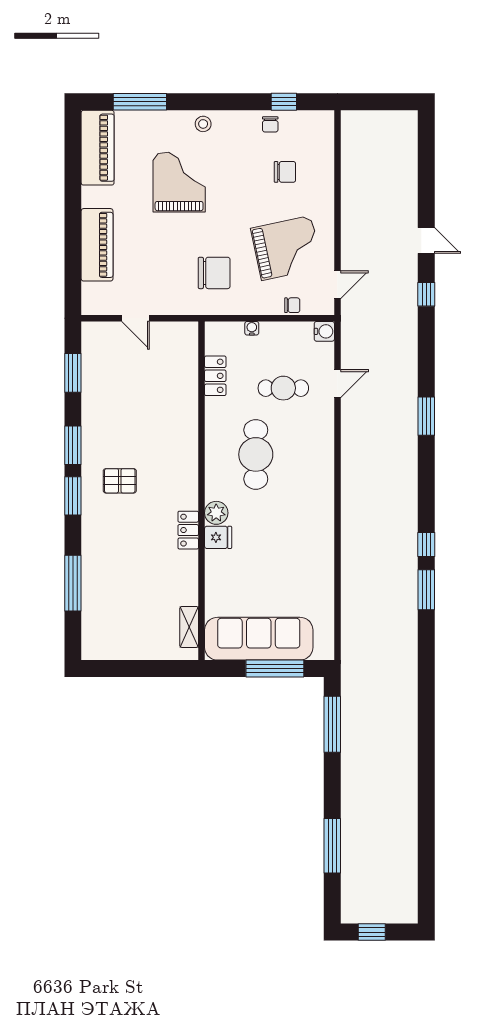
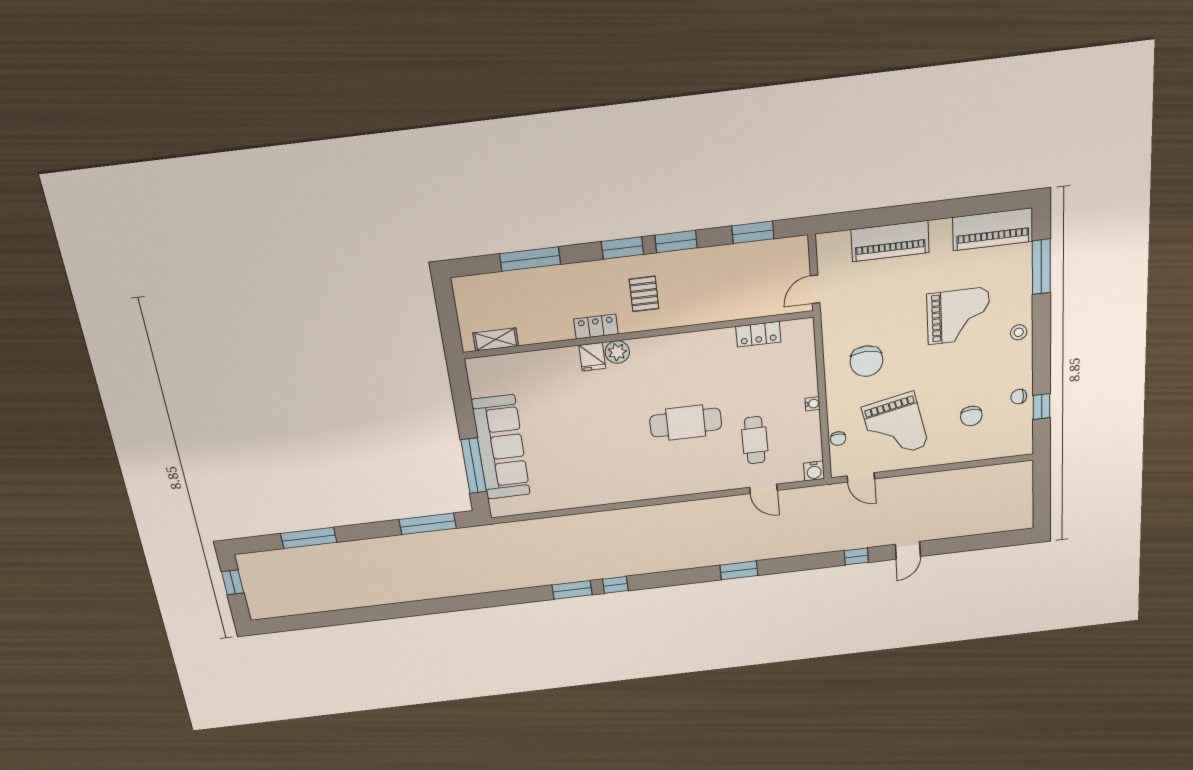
locker: (215, 376) -> (758, 334), moved
wall: (202, 491) -> (638, 335), moved
plant: (216, 513) -> (617, 352), moved
locker: (188, 530) -> (596, 327), moved
fridge: (218, 537) -> (592, 357), moved
shelving: (189, 627) -> (496, 339), moved

